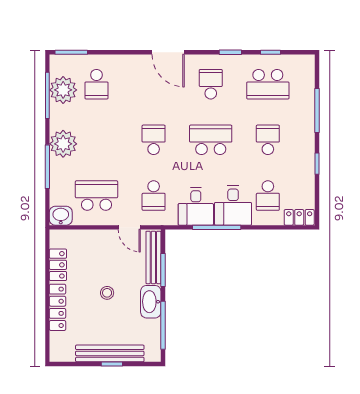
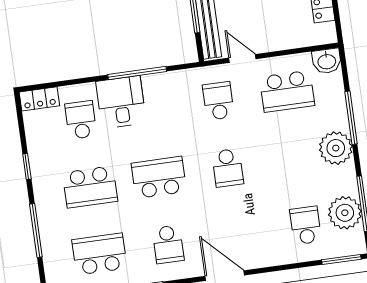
school desk: (211, 140) -> (159, 177), turned 180
school desk: (268, 140) -> (90, 187), width x1.85
desk: (196, 206) -> (166, 95), removed

